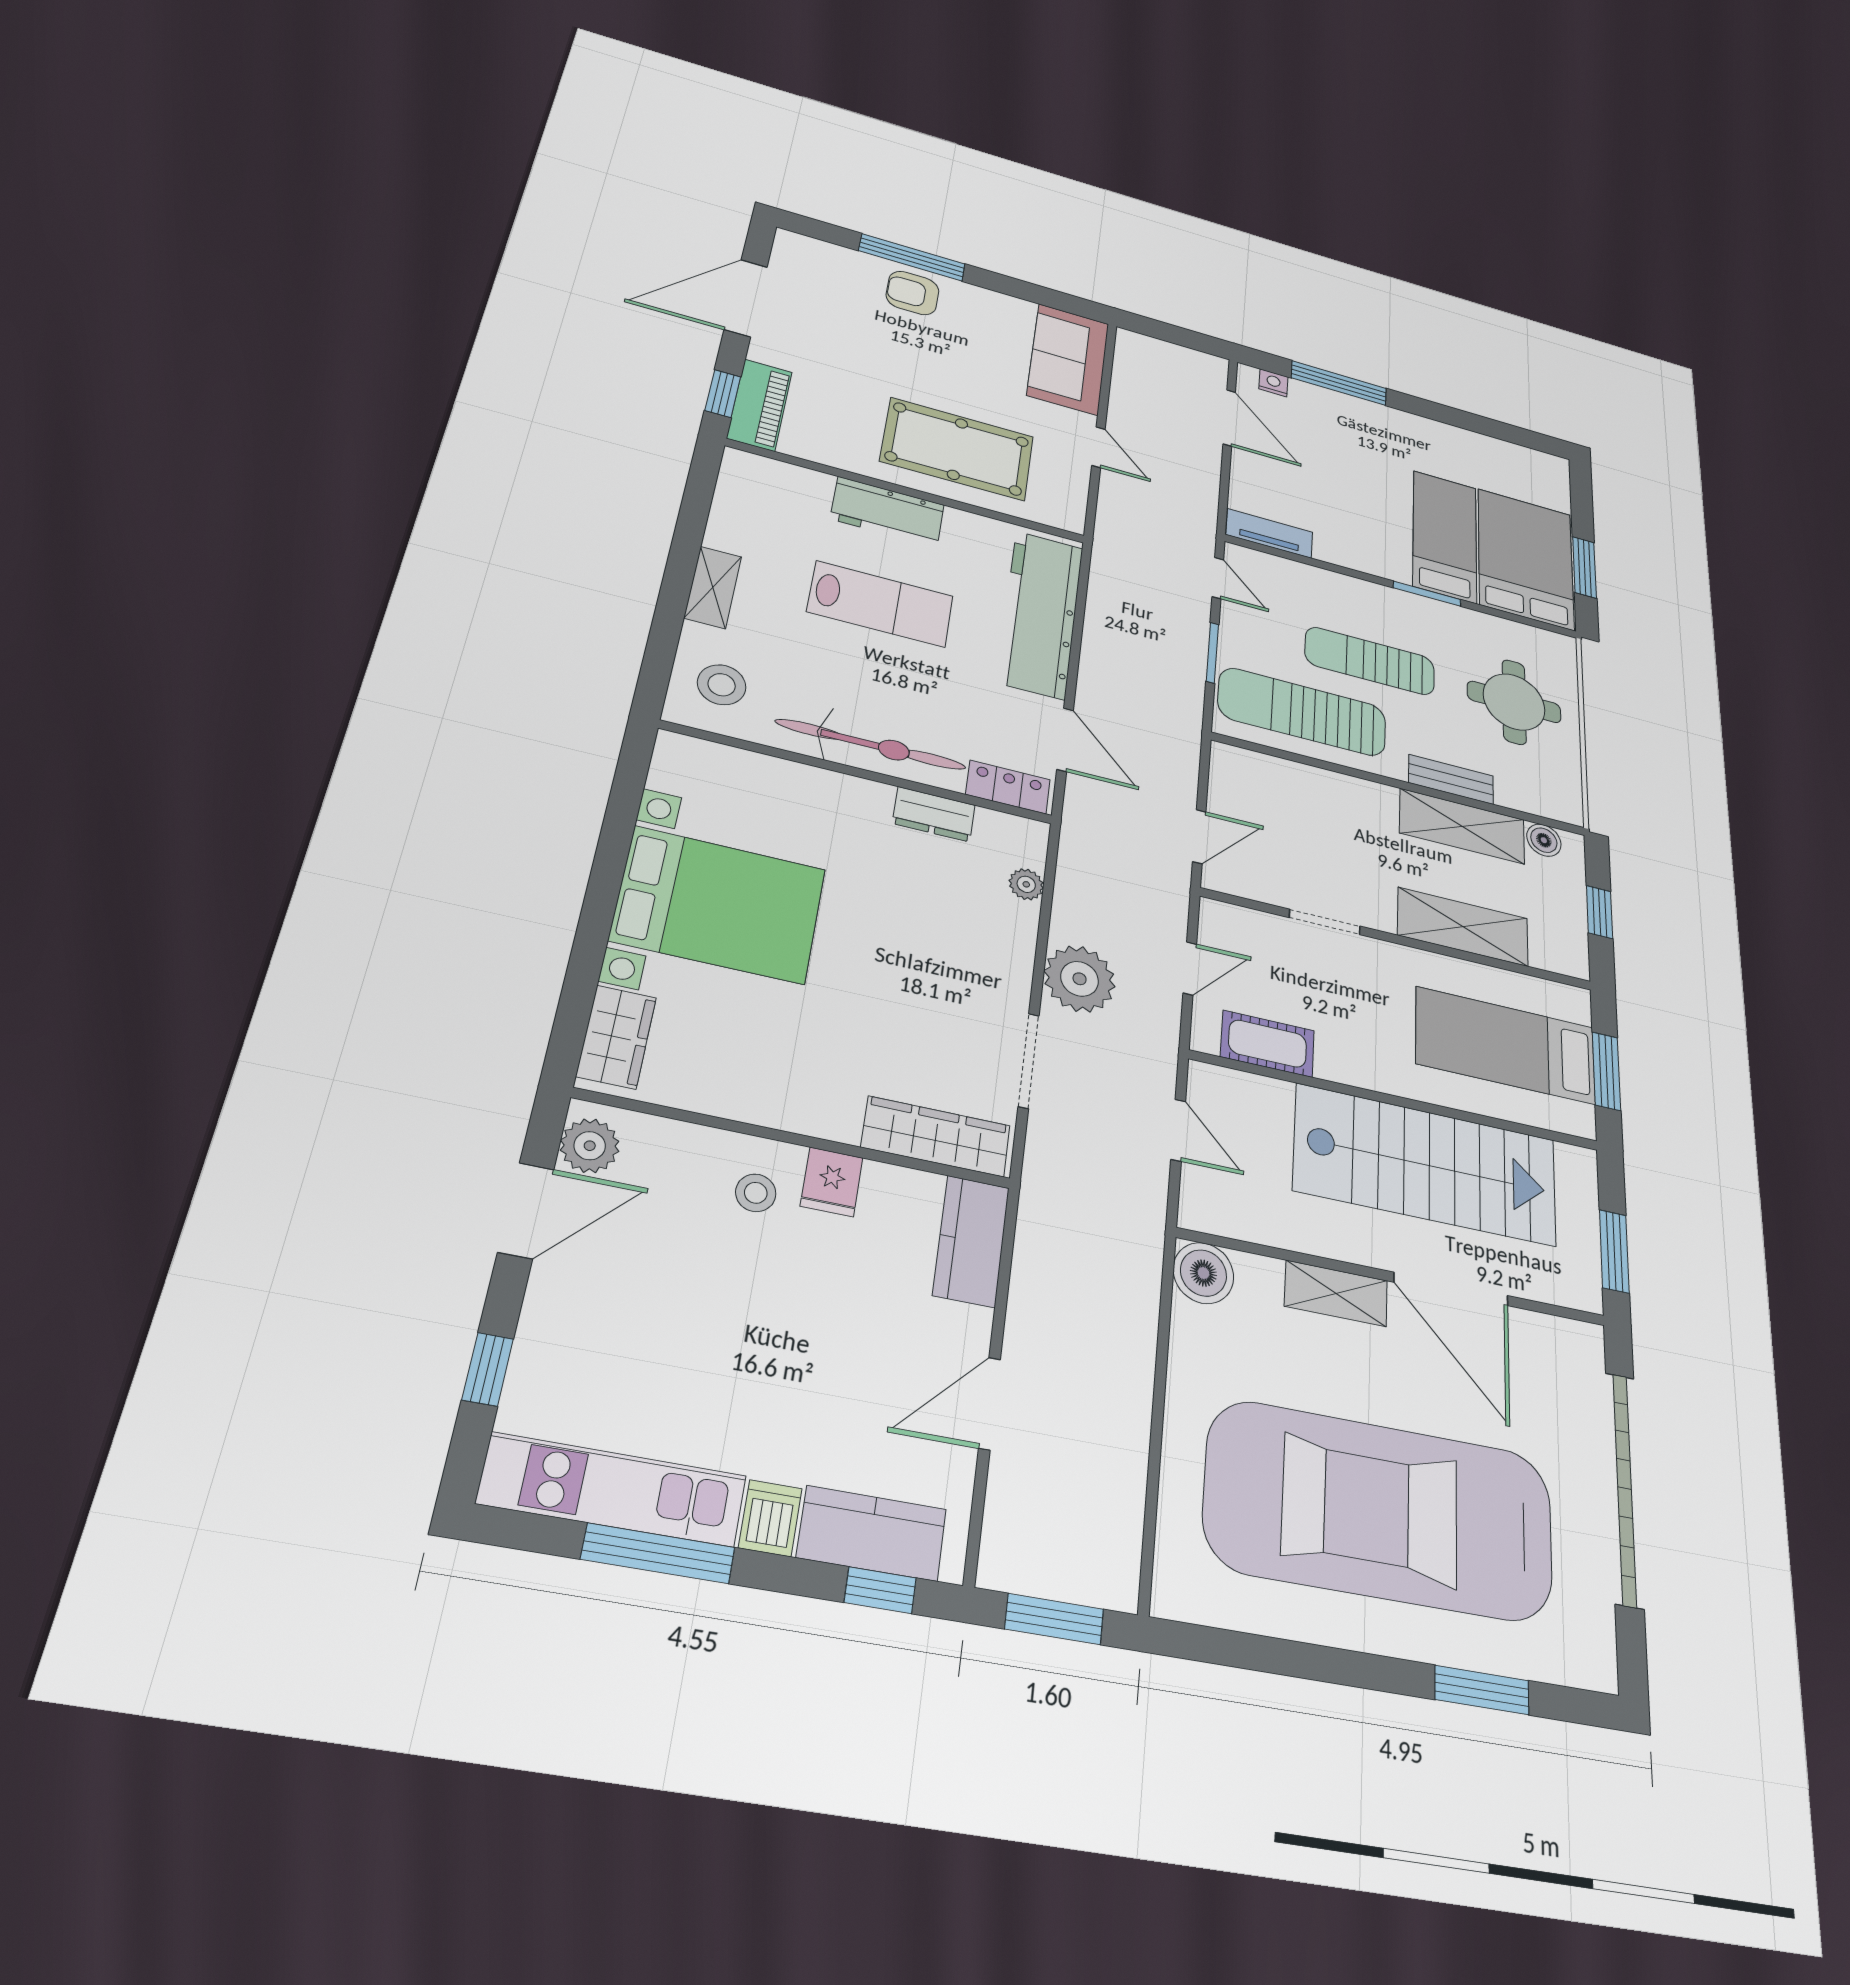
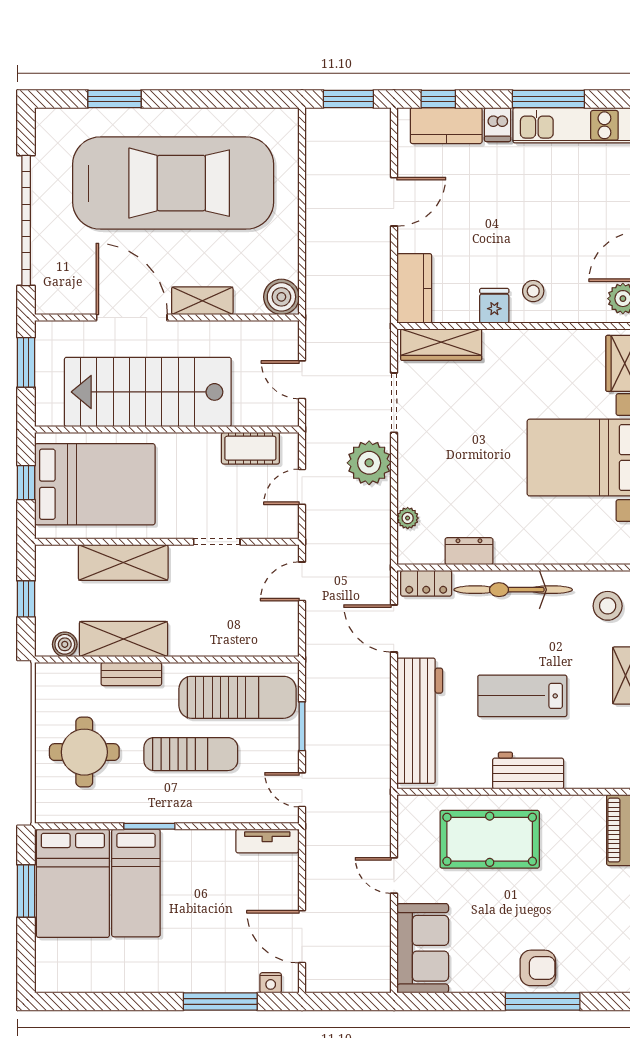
bed: (1506, 1045) -> (95, 484), width x1.50
window: (1606, 1071) -> (26, 483), width x0.67

